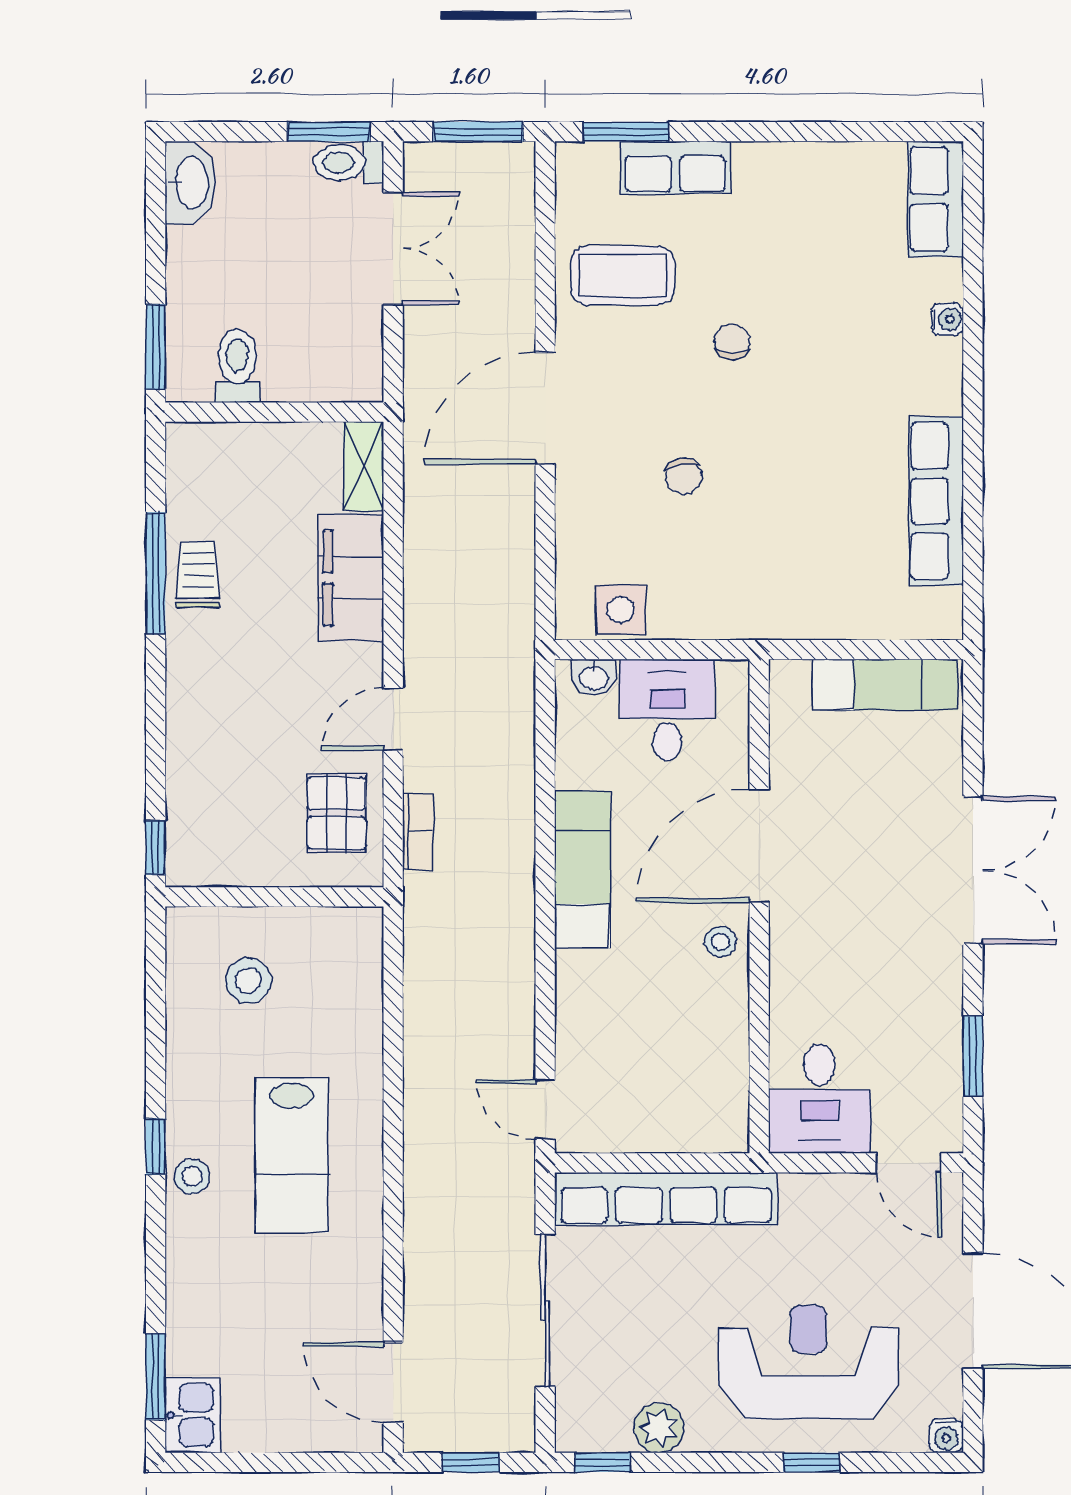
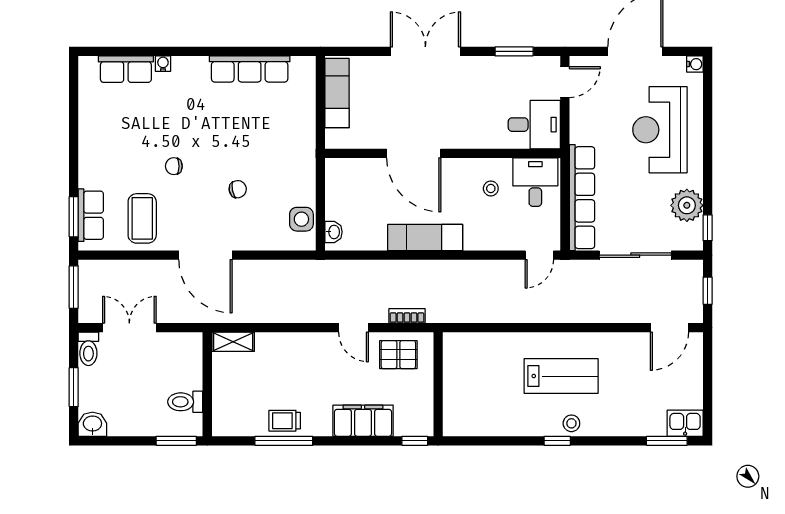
window: (329, 132) -> (74, 387), moved
row of seats: (675, 168) -> (91, 215), moved
washbasin: (190, 183) -> (92, 424), width x0.72
row of seats: (936, 199) -> (126, 69), moved
filing cabinet: (351, 578) -> (363, 421), moved, turned 180
desk: (667, 710) -> (535, 182), moved, turned 90
stool: (720, 942) -> (491, 188), moved
stool: (248, 981) -> (478, 397), removed
plant: (659, 1428) -> (687, 205), width x1.36, depth x1.36
window: (812, 1462) -> (708, 128), removed

